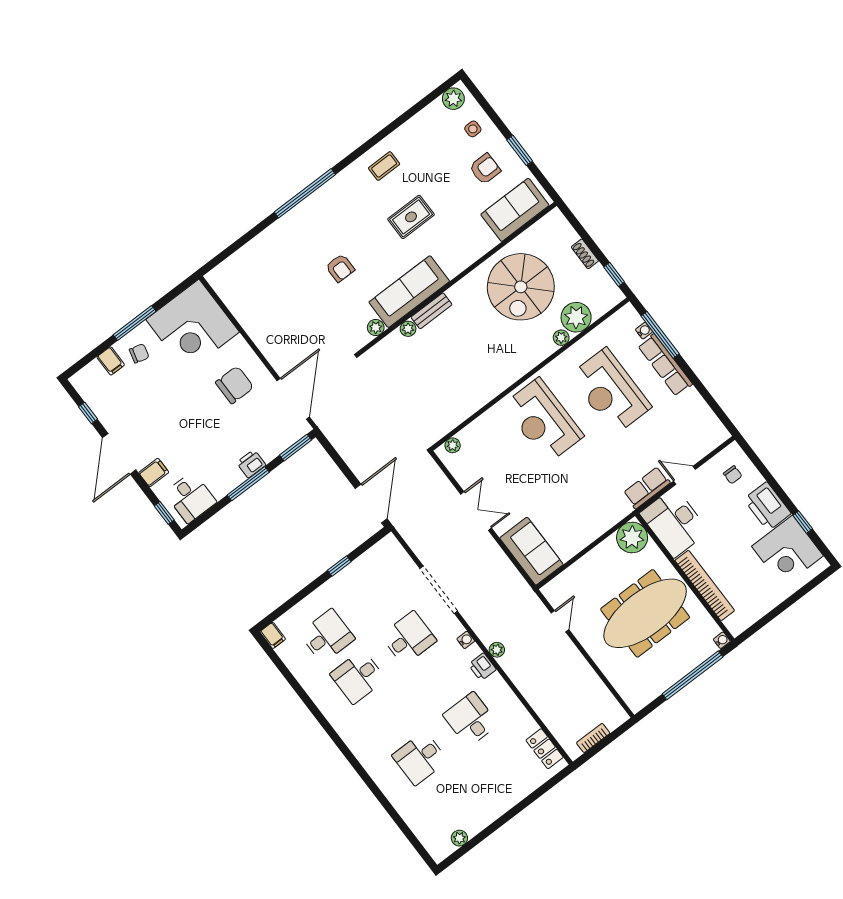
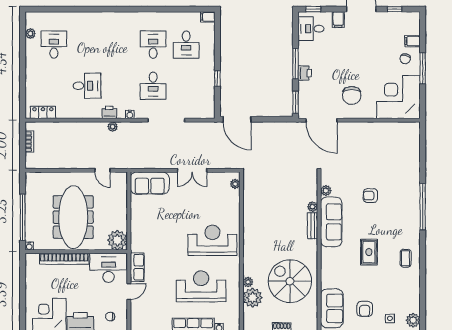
desk: (420, 758) -> (54, 45), moved

